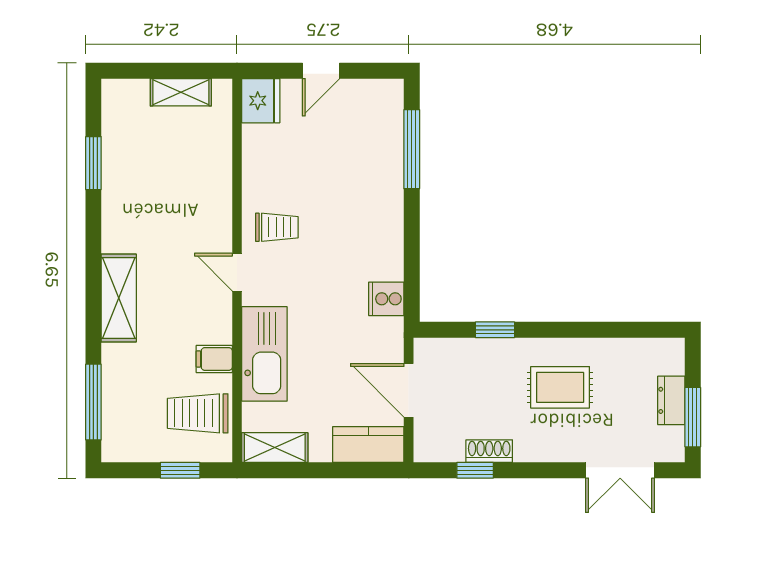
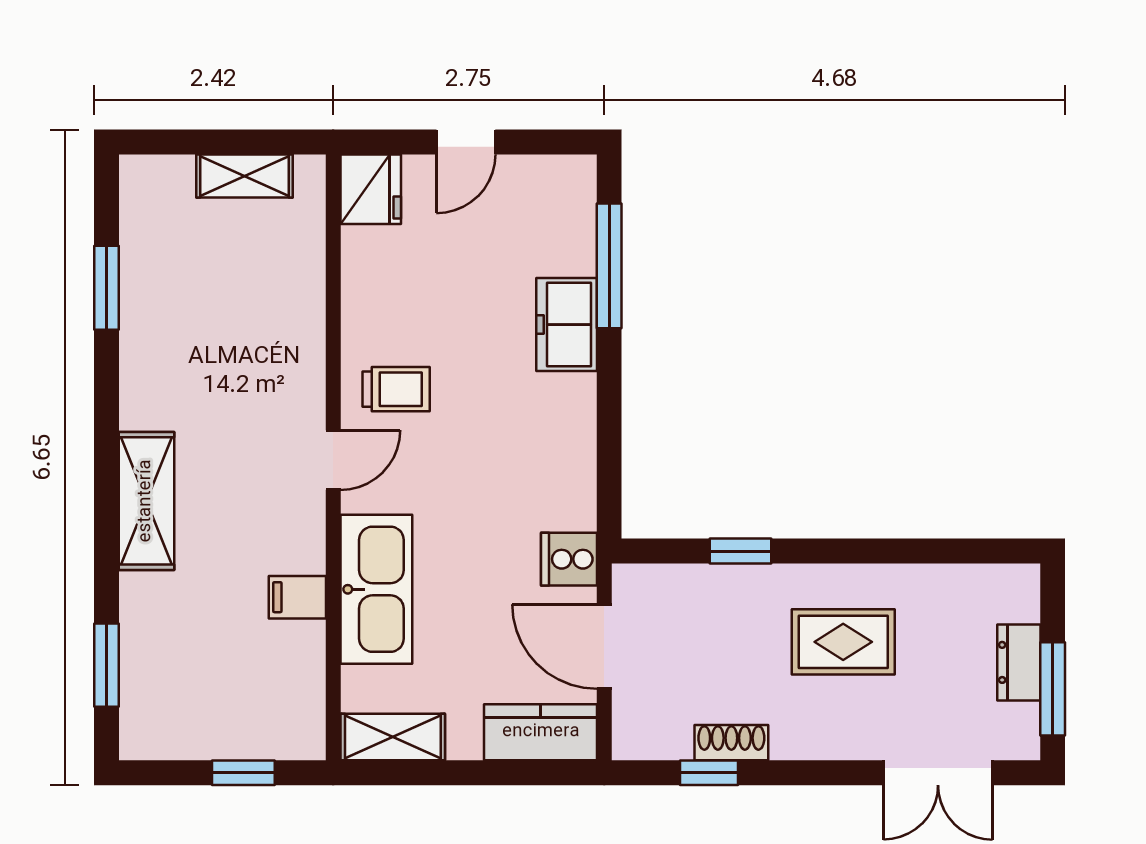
freezer: (385, 186) -> (567, 325), added
door: (237, 272) -> (333, 460), swing flipped
cooker: (386, 299) -> (569, 559), moved
window: (93, 402) -> (107, 665), width x0.69
trolley: (198, 413) -> (271, 683), removed

